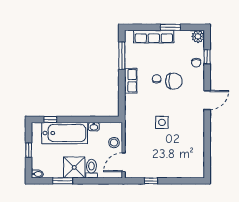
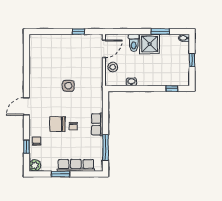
bathtub: (65, 133) -> (159, 76), removed

